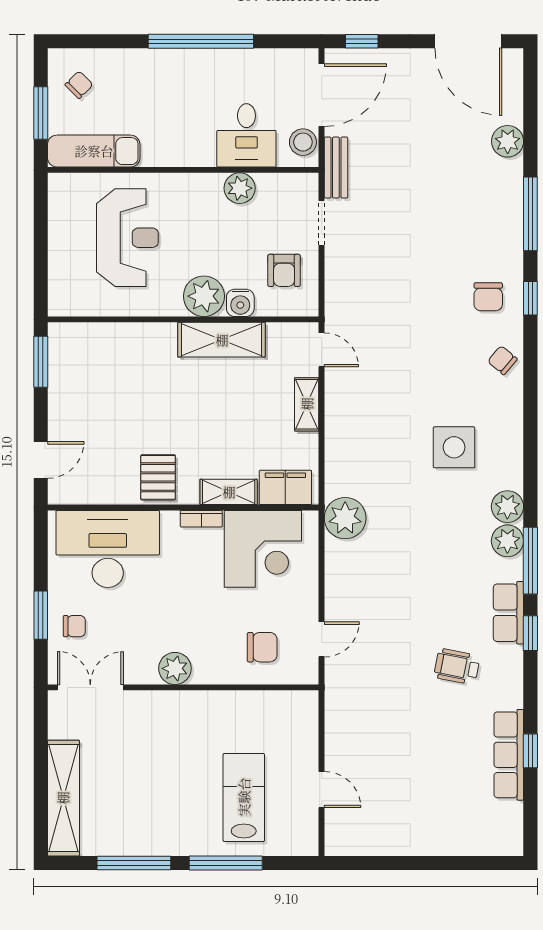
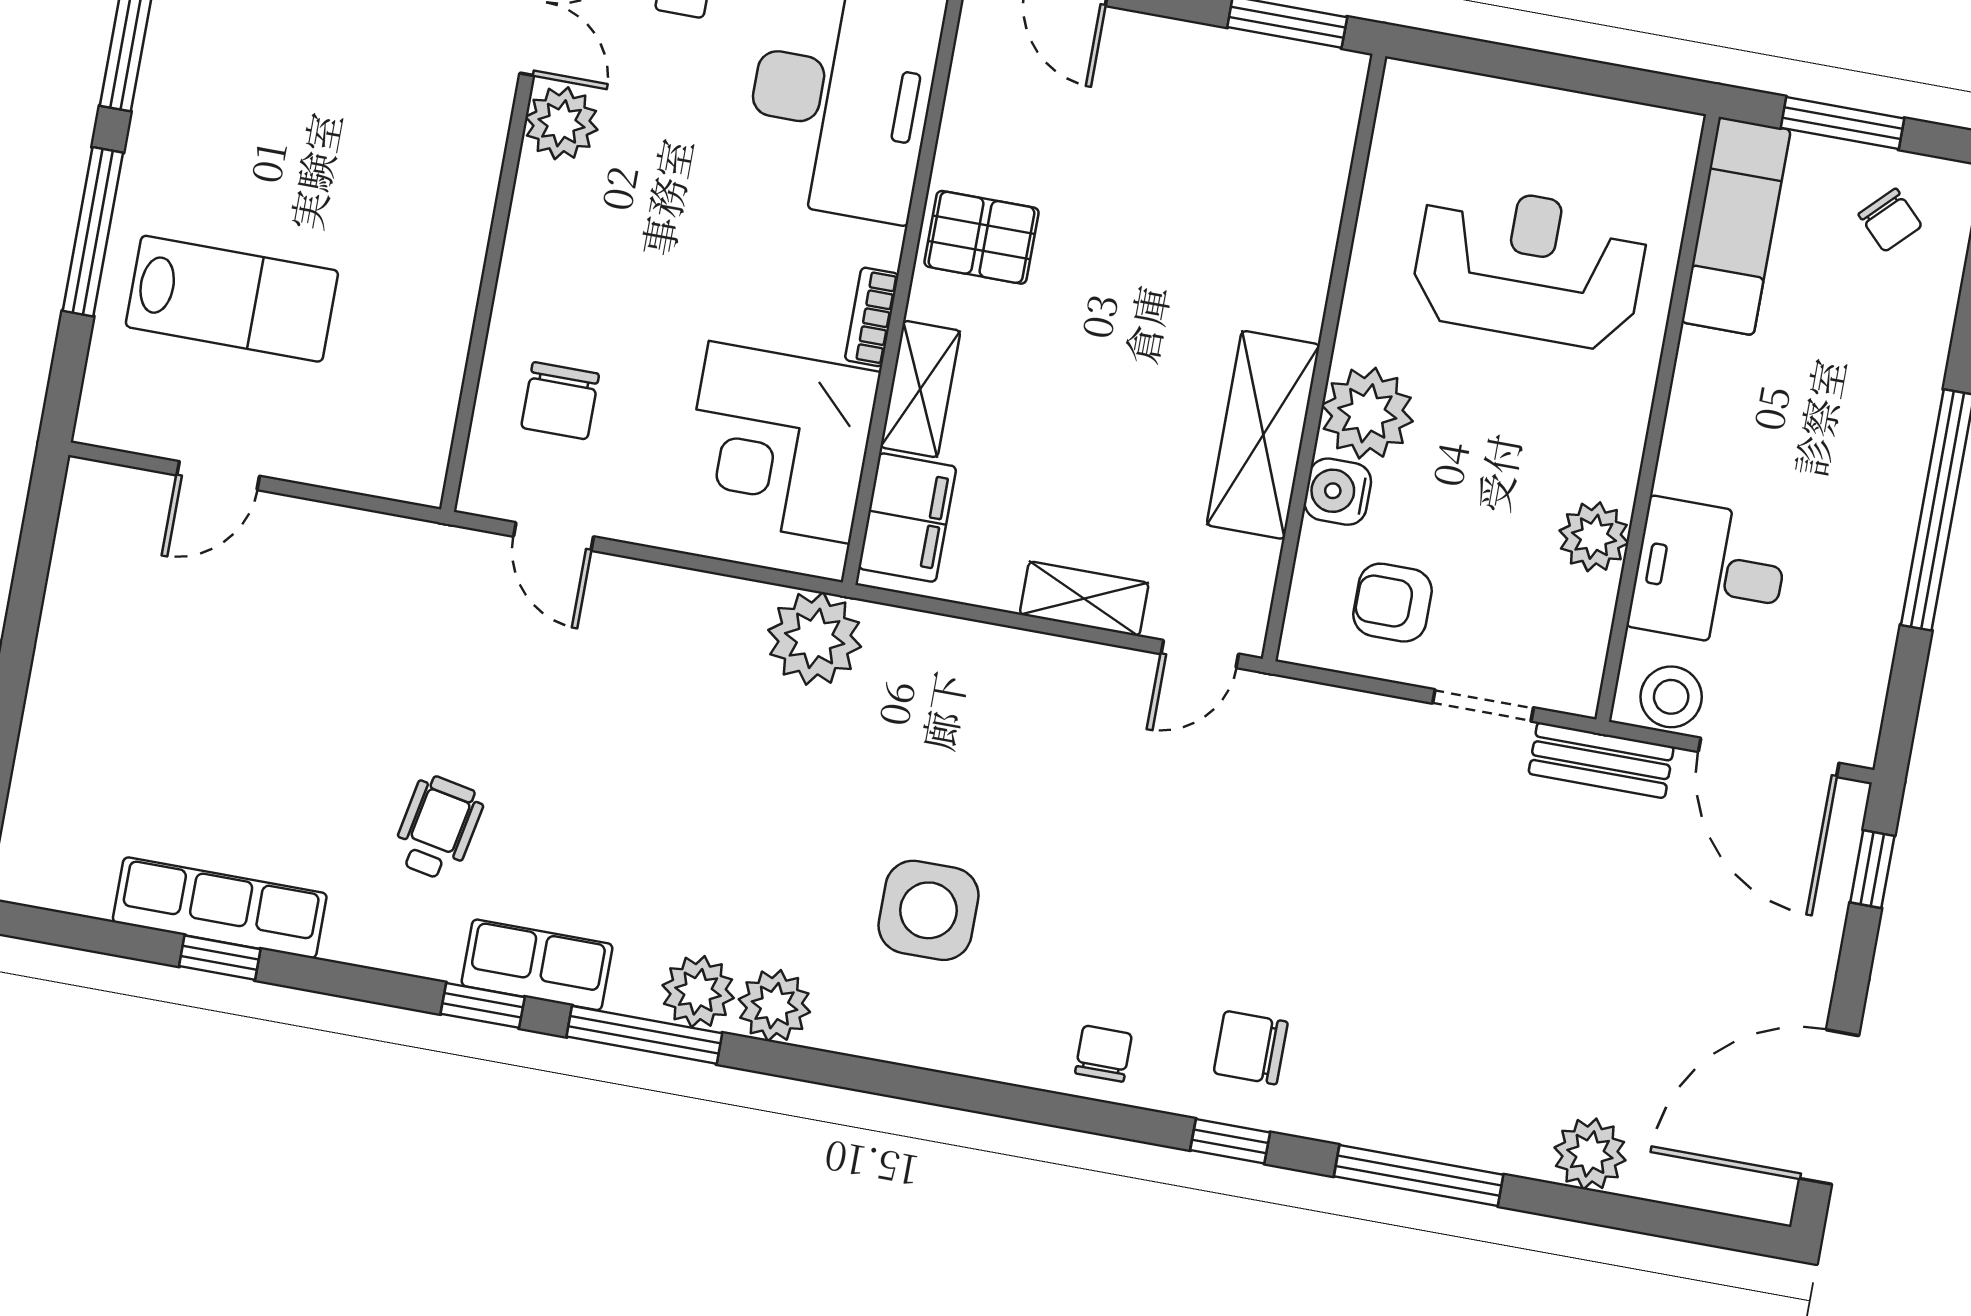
reception desk: (127, 238) -> (1529, 266), turned 180
chair: (502, 360) -> (1103, 1054), turned -40
plant: (175, 668) -> (562, 123), moved

